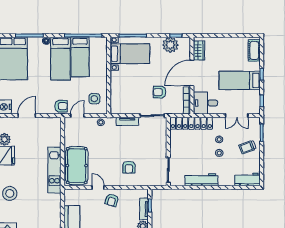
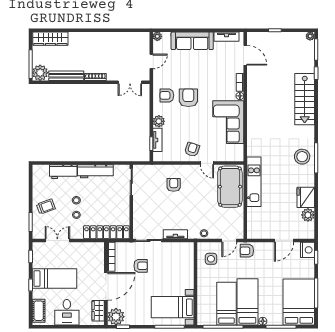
plant: (170, 45) -> (116, 317), moved
desk: (205, 103) -> (67, 312), moved, turned 90
workbench: (248, 179) -> (63, 172), moved

